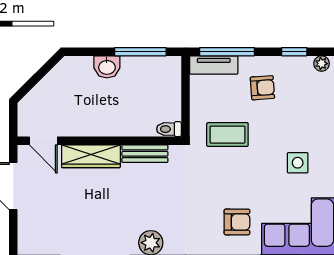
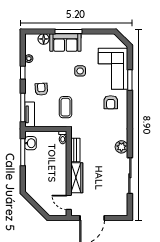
washbasin: (107, 67) -> (30, 143), moved
door: (43, 141) -> (69, 202), swing flipped
armchair: (237, 222) -> (111, 102), turned 180

